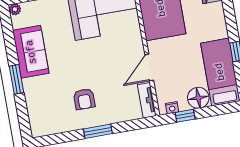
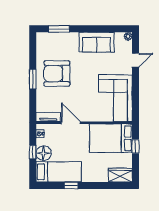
window: (17, 79) -> (59, 29), moved
armchair: (84, 99) -> (57, 74), width x1.88, depth x1.88
window: (185, 116) -> (33, 152), moved

